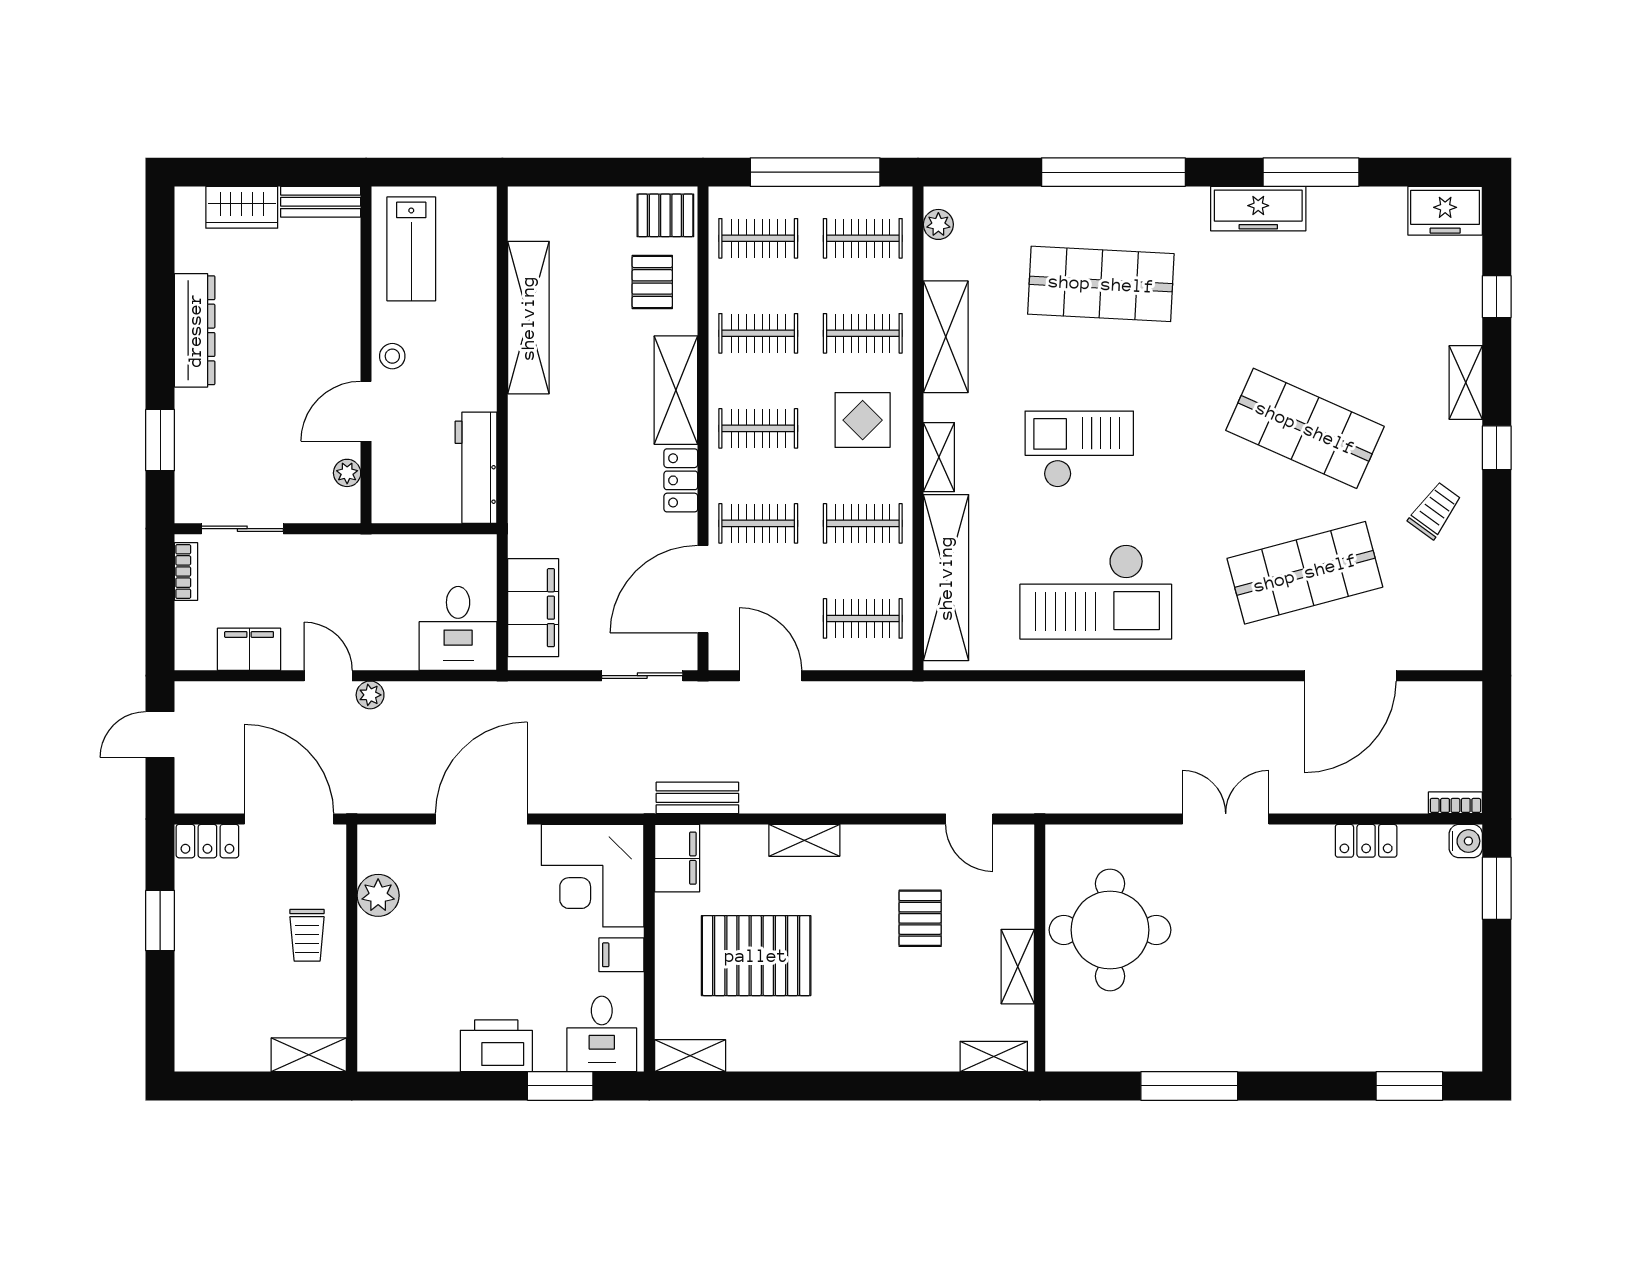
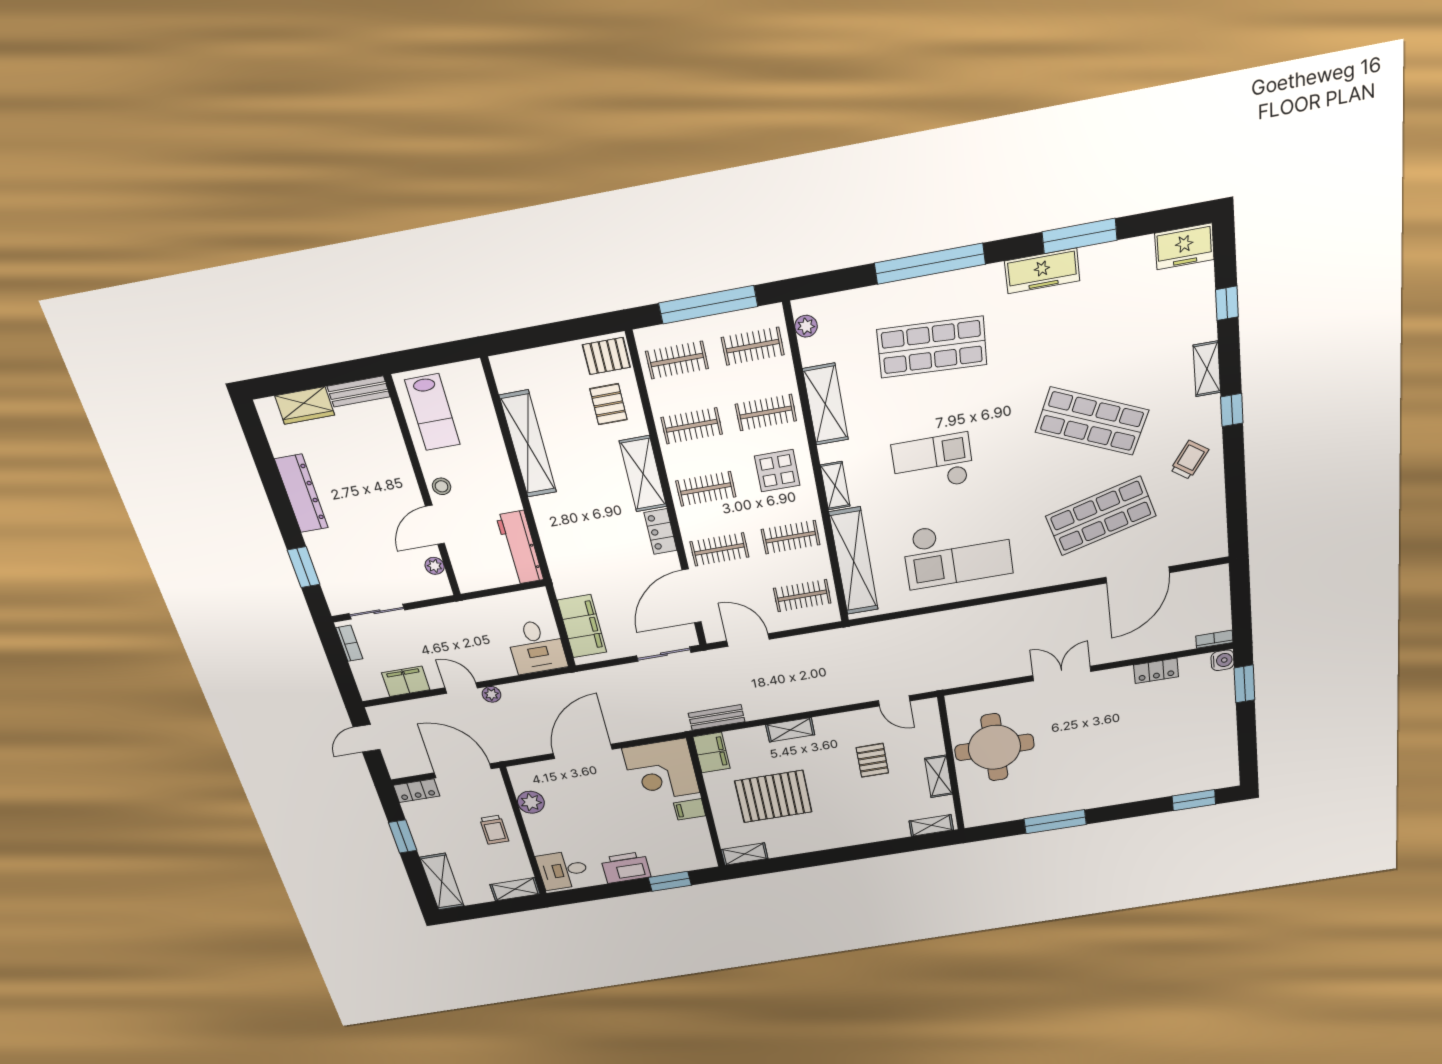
shelving: (196, 1018) -> (442, 882), added
desk: (602, 1034) -> (563, 870), moved, turned 90

